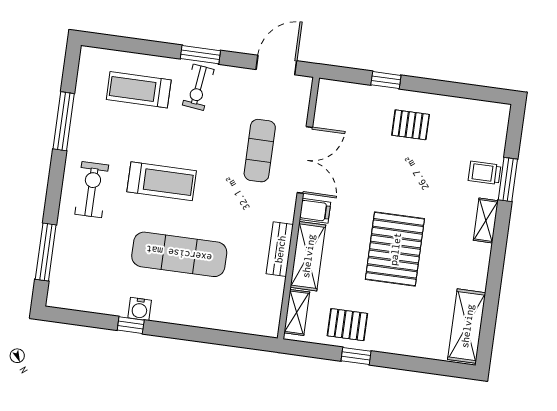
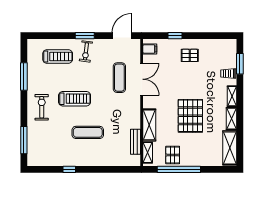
treadmill: (139, 90) -> (58, 56), turned 180
window: (508, 179) -> (240, 64), moved
filing cabinet: (315, 211) -> (150, 49), moved
bench: (280, 249) -> (135, 142), moved
exercise mat: (179, 254) -> (88, 132), width x0.73, depth x0.69
shelving: (479, 266) -> (232, 119), added
water cooler: (140, 309) -> (72, 161), removed
pallet: (347, 325) -> (173, 155), turned 90
window: (356, 356) -> (179, 169), width x3.17

